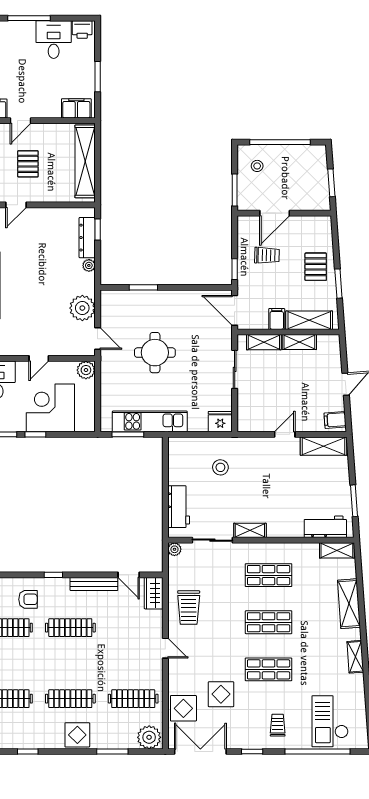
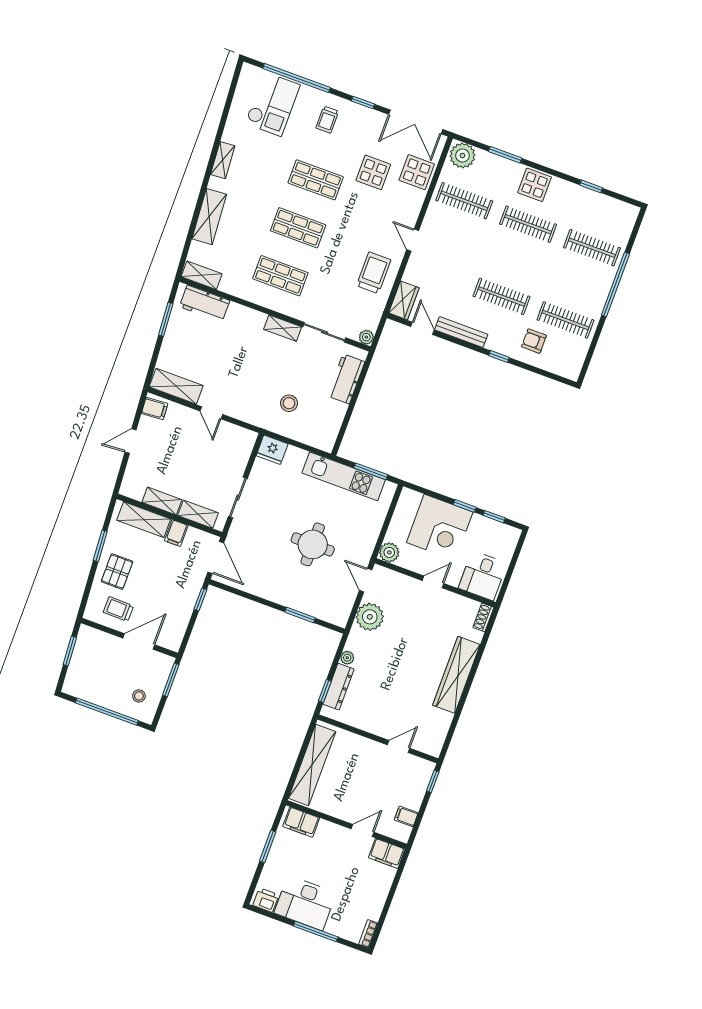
desk: (54, 40) -> (305, 903), width x1.37
pallet: (28, 164) -> (371, 784), removed
trolley: (267, 255) -> (118, 609), moved
door: (285, 434) -> (211, 413), hinge flipped

